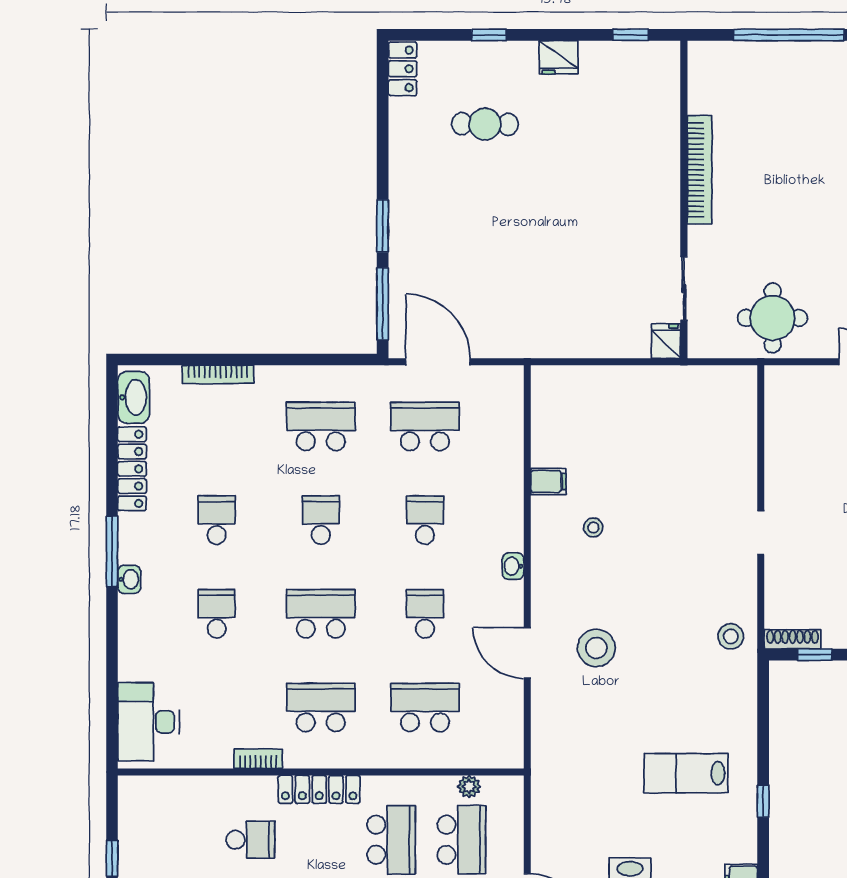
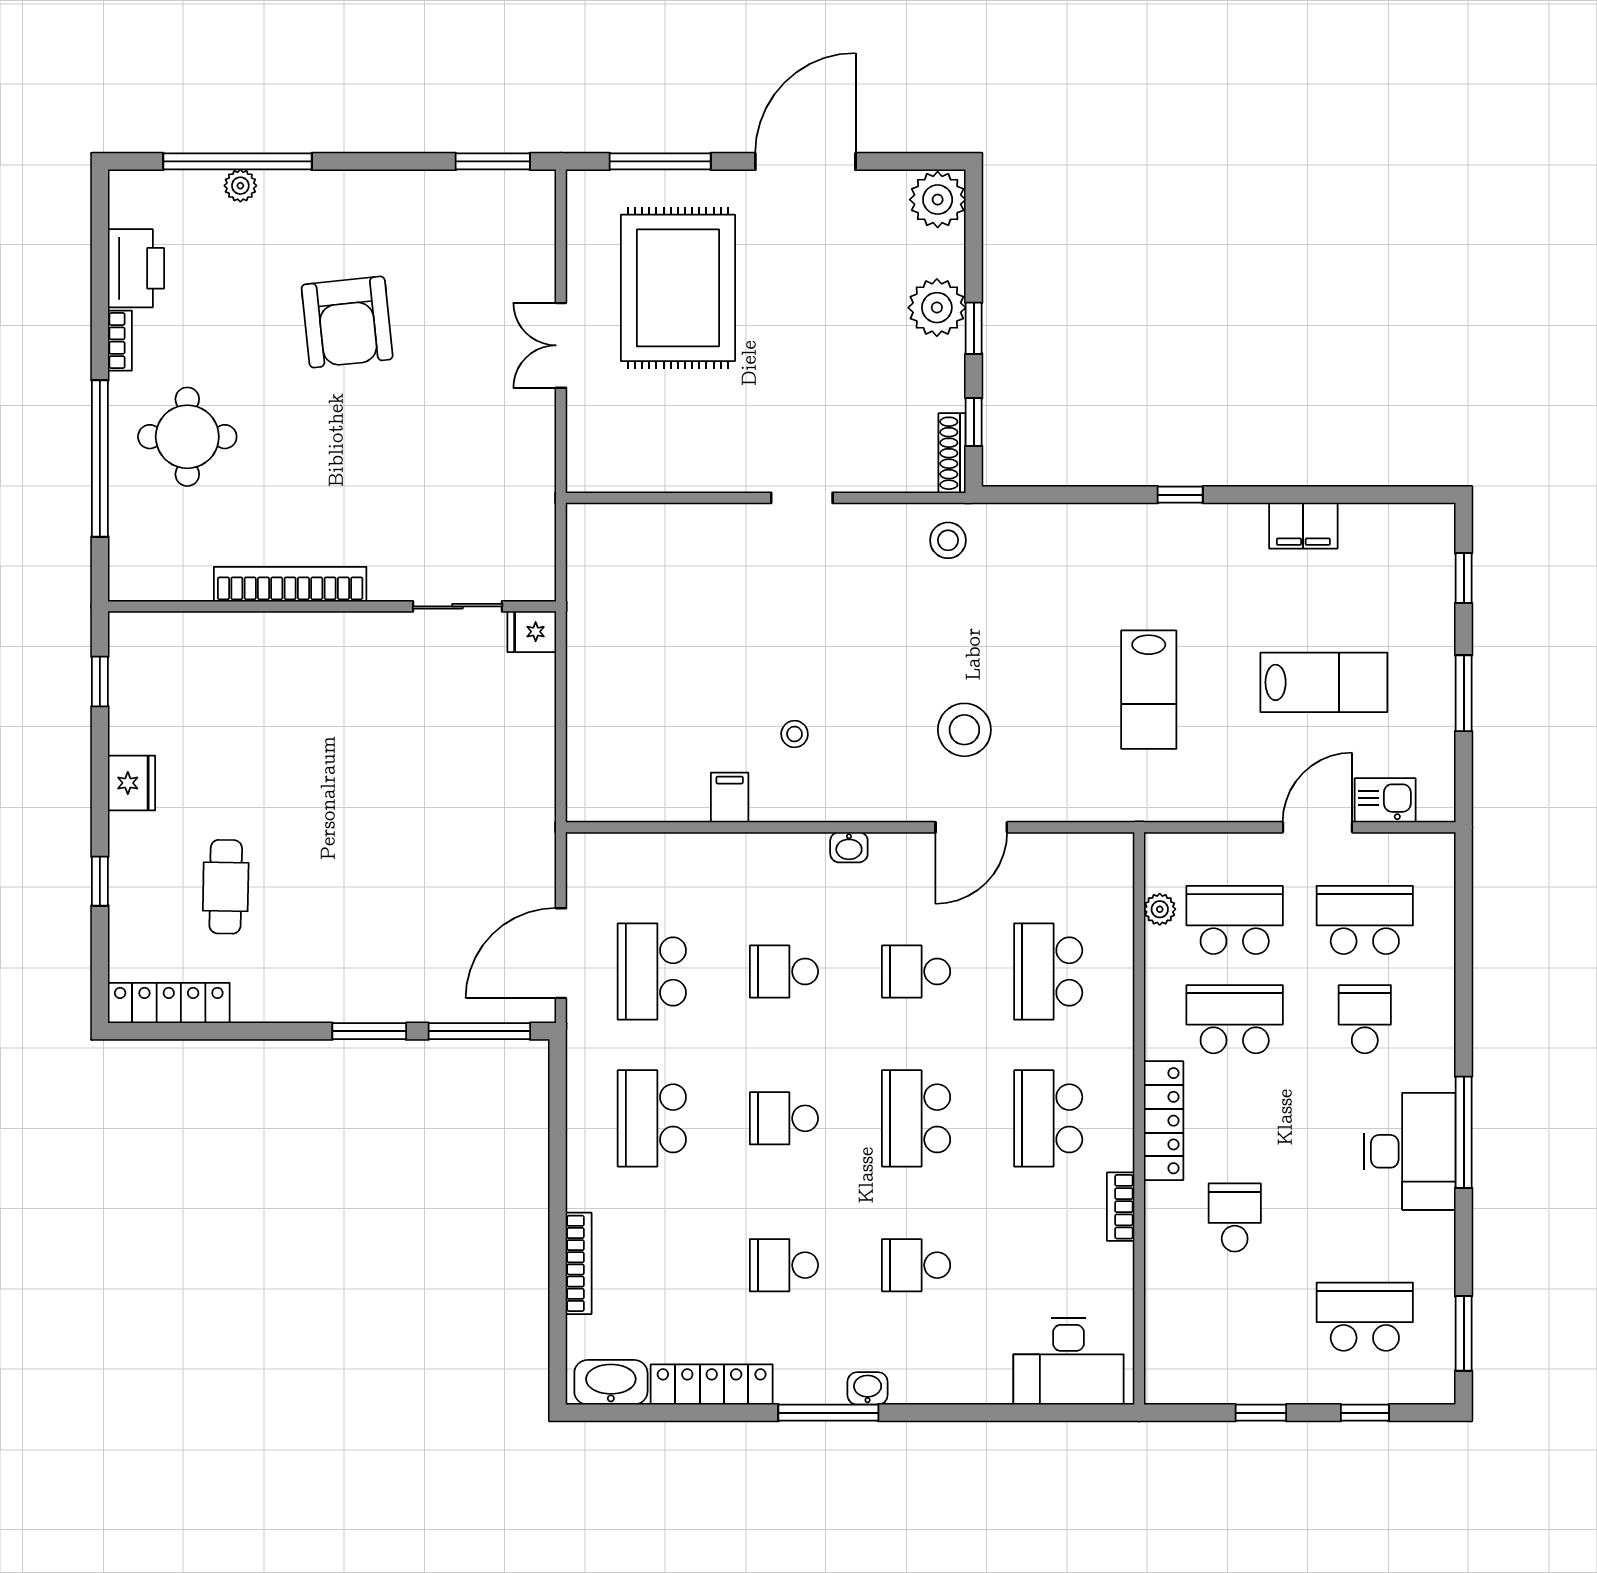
locker: (403, 69) -> (169, 1003), width x1.53
round table: (773, 318) -> (187, 437), moved
lab bench: (686, 773) -> (1149, 690), moved

